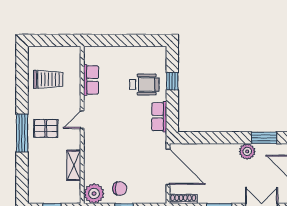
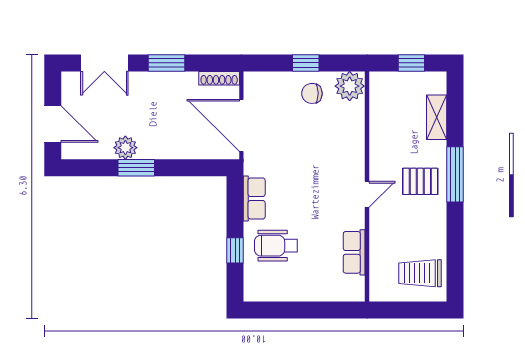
trolley: (48, 79) -> (420, 273), moved
window: (264, 138) -> (136, 168), moved
shelving: (74, 165) -> (437, 117), moved

